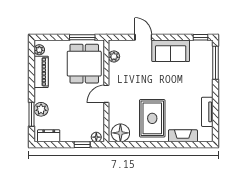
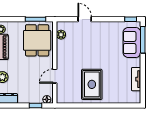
sofa: (171, 51) -> (132, 42), moved, turned 90
door: (106, 94) -> (55, 76), moved
floor lamp: (120, 133) -> (66, 96), removed
fireplace: (183, 136) -> (116, 98), removed

